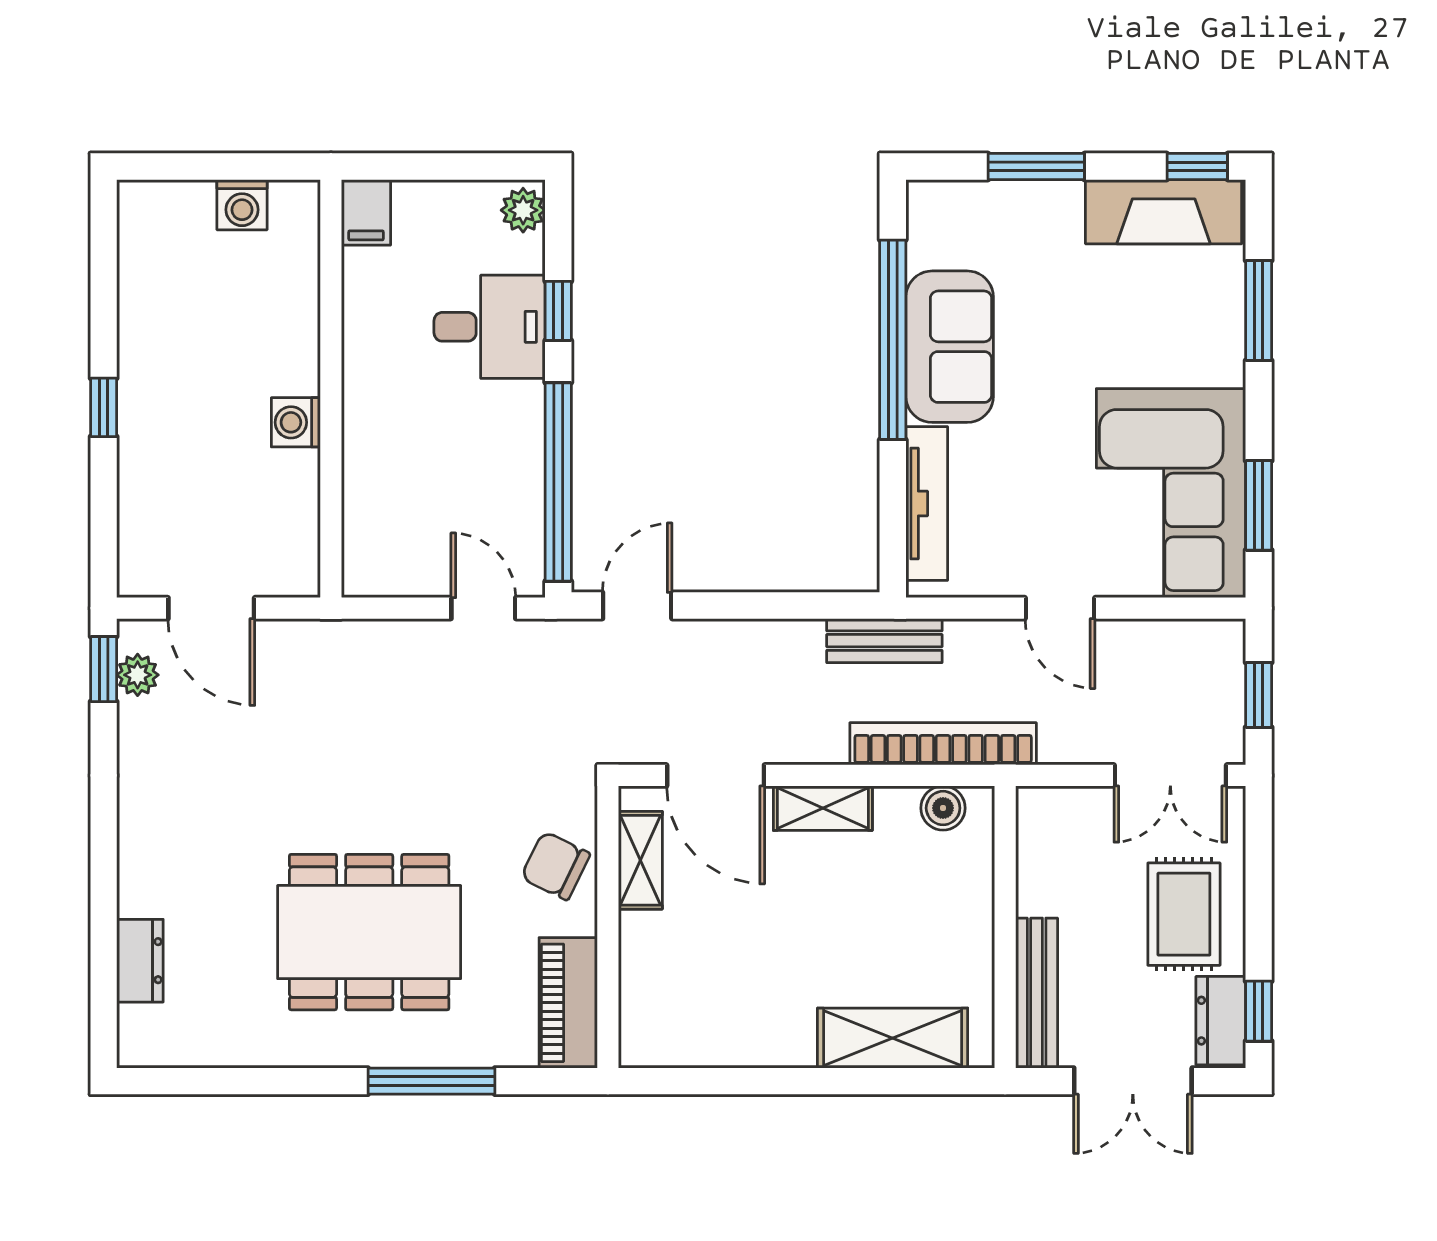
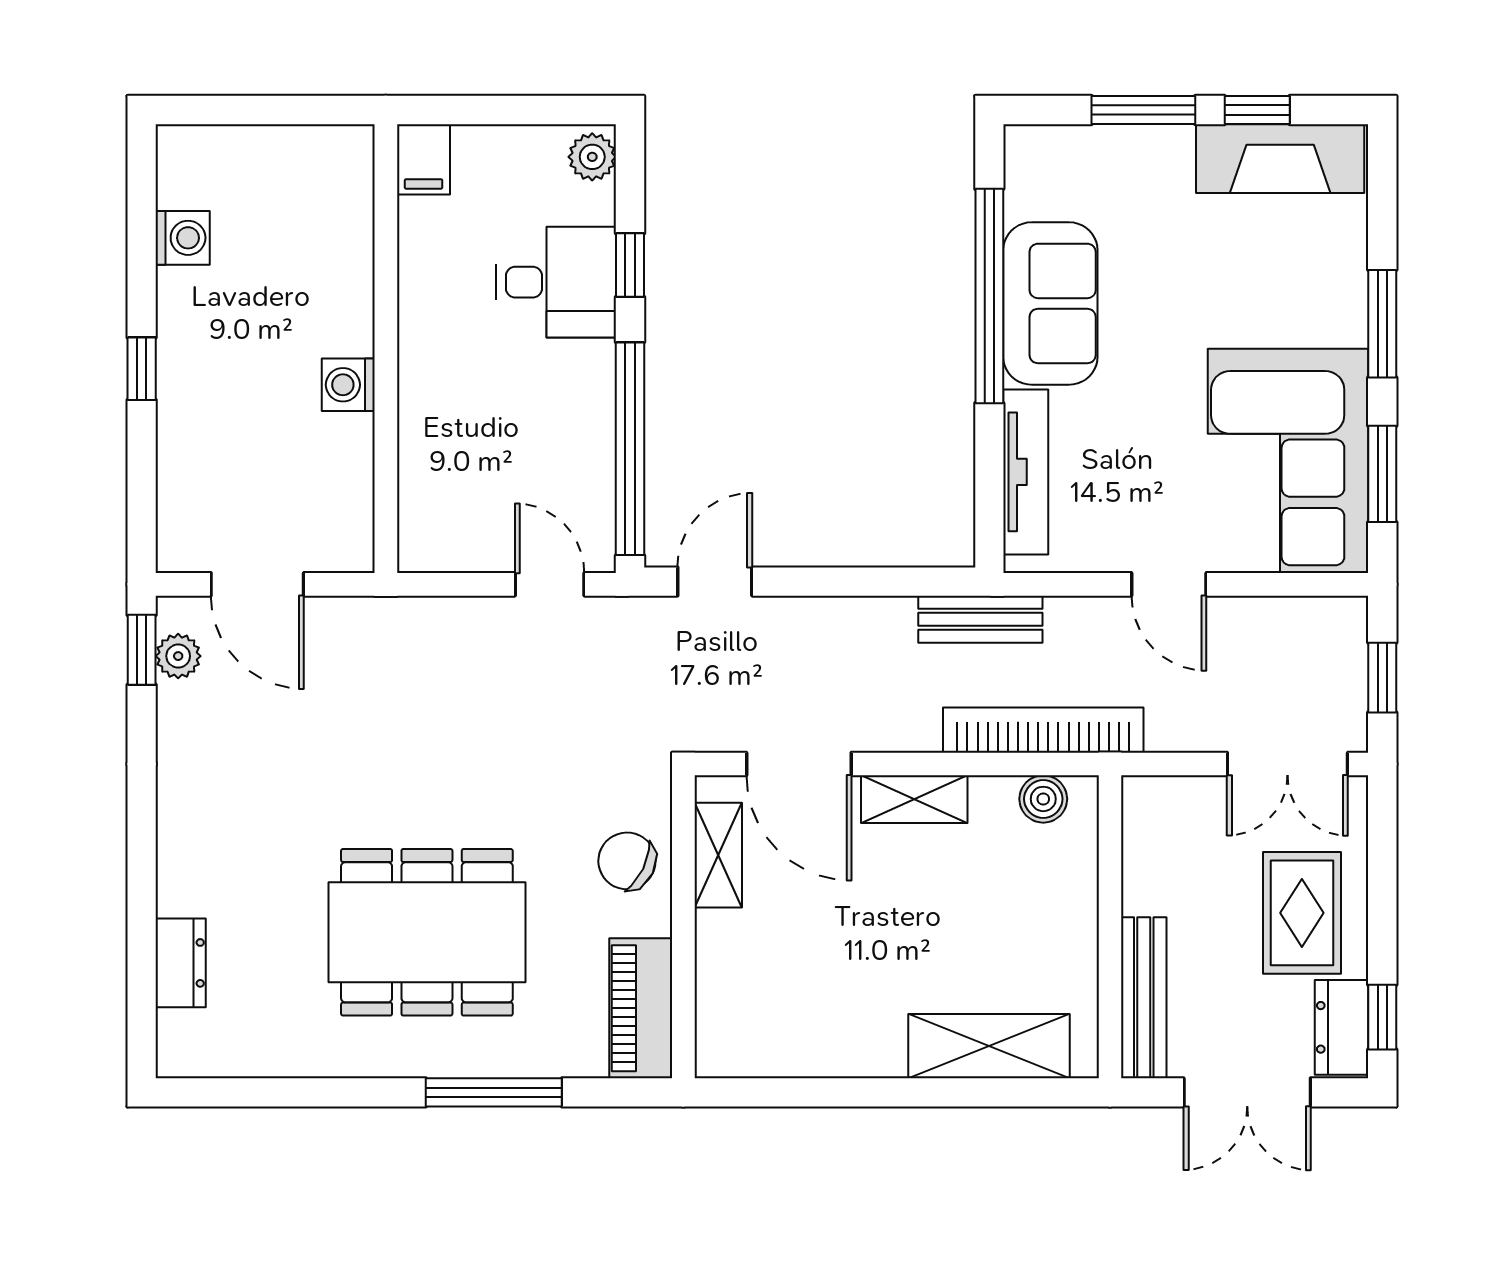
window: (1197, 167) -> (1257, 110), moved
washing machine: (242, 205) -> (183, 238), moved, turned -90
window: (1259, 310) -> (1382, 324), moved

